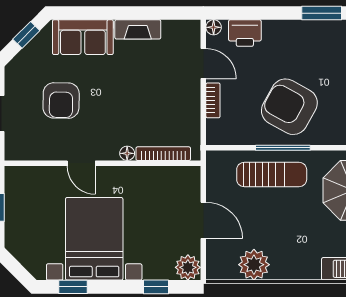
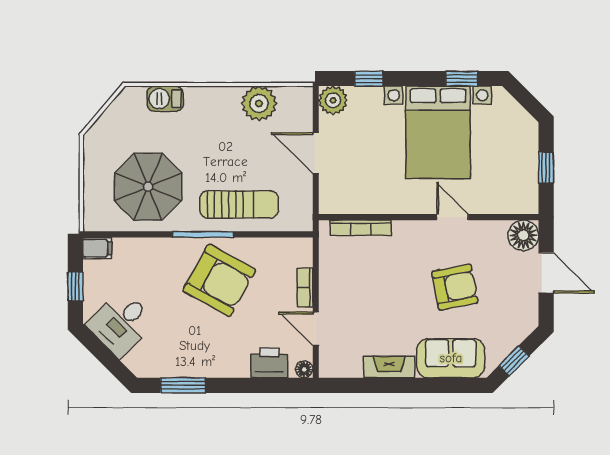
armchair: (61, 101) -> (455, 287), moved, turned 78
window: (283, 148) -> (203, 234), moved
floor lamp: (127, 153) -> (523, 235), moved, width x1.89, depth x1.89
sun lounger: (272, 175) -> (239, 204), turned 180

